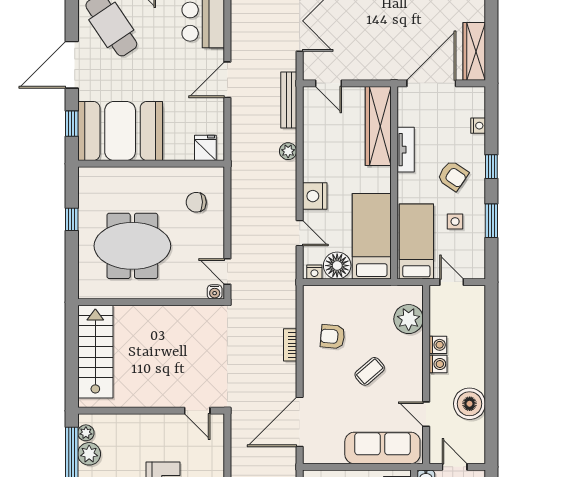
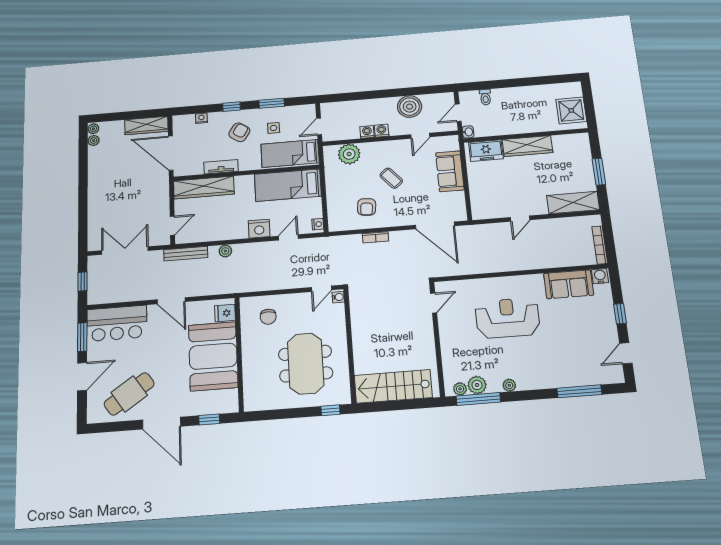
booth: (120, 131) -> (213, 356), moved
window: (72, 219) -> (330, 410), moved
floor lamp: (337, 266) -> (312, 208), removed
sofa: (382, 448) -> (450, 171), width x0.73

